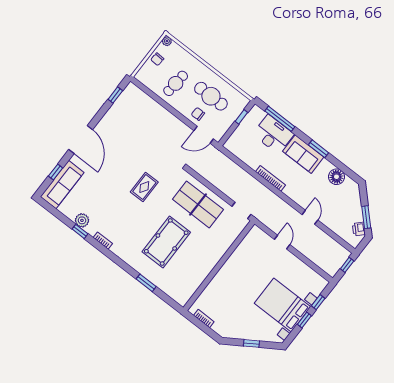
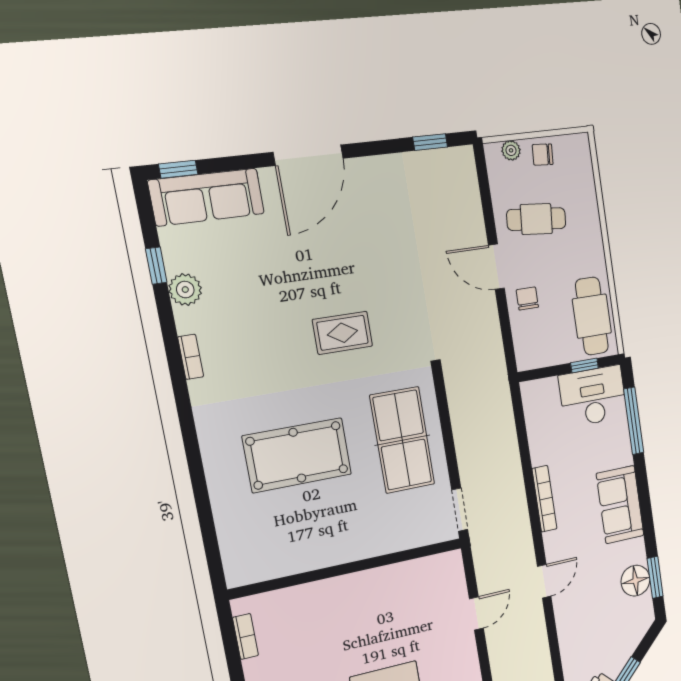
plant: (167, 41) -> (511, 150), moved
cafe table: (211, 96) -> (592, 316), moved
desk: (273, 134) -> (593, 396), moved, turned -90
door: (204, 135) -> (496, 267), moved
window: (318, 149) -> (655, 577), moved
window: (56, 172) -> (178, 169), moved
door: (310, 217) -> (544, 581), moved
window: (80, 231) -> (156, 266), moved
window: (146, 283) -> (201, 494), removed

